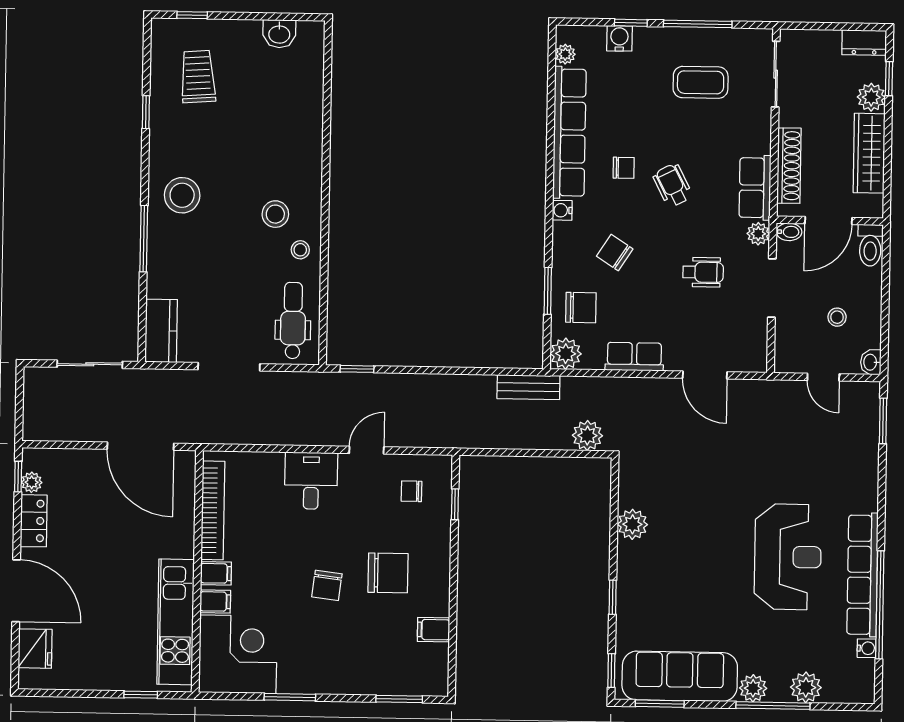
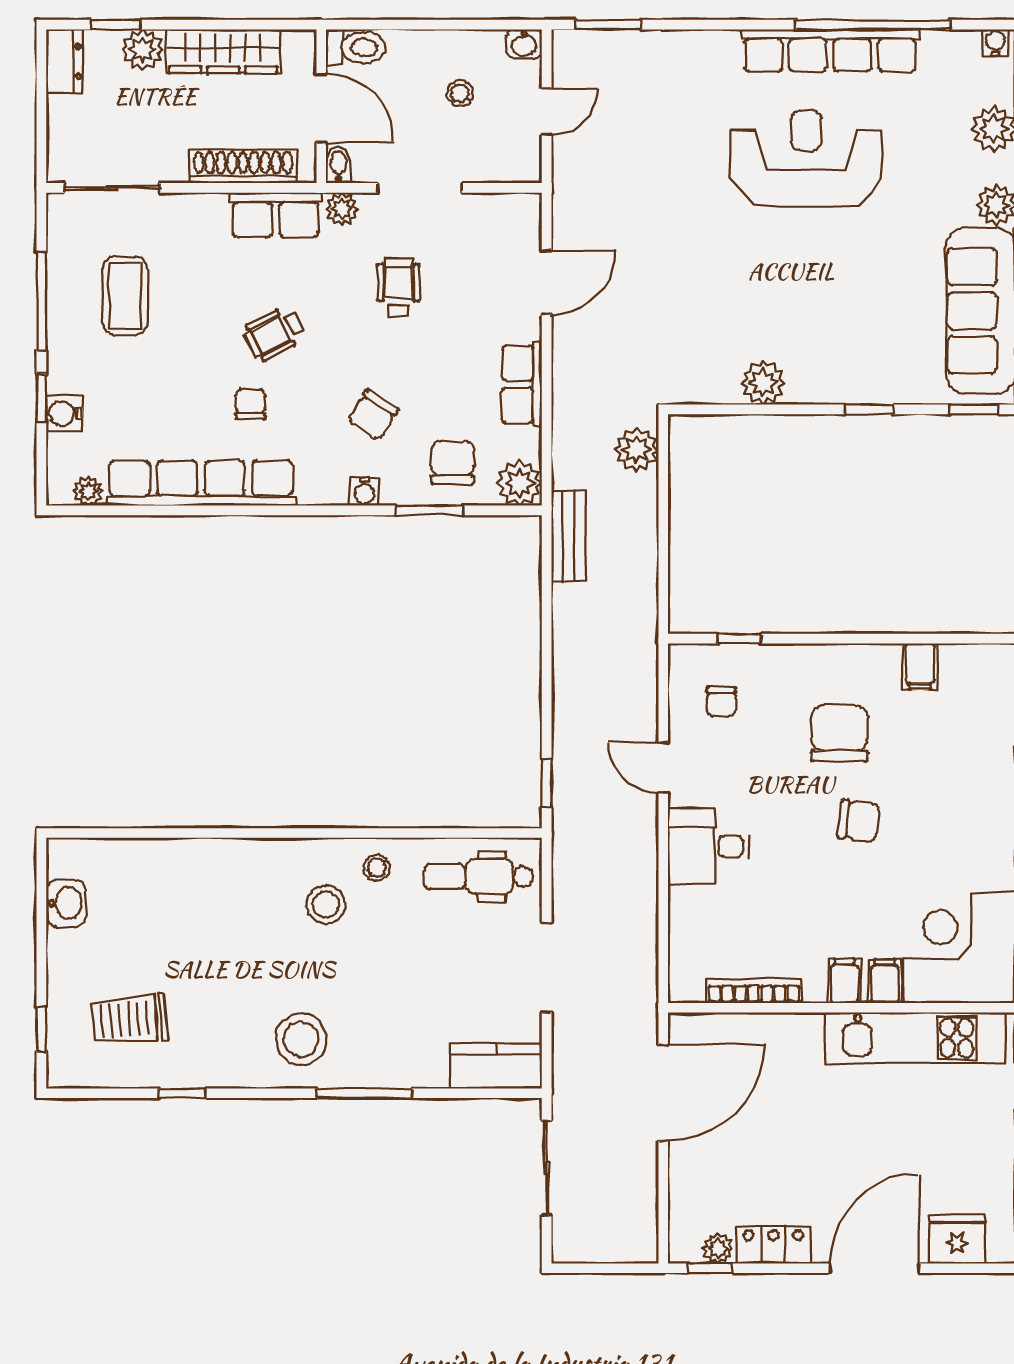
water cooler: (562, 210) -> (364, 492), moved
bookcase: (213, 510) -> (754, 991), width x0.68, depth x0.76
water cooler: (867, 648) -> (995, 43), moved

